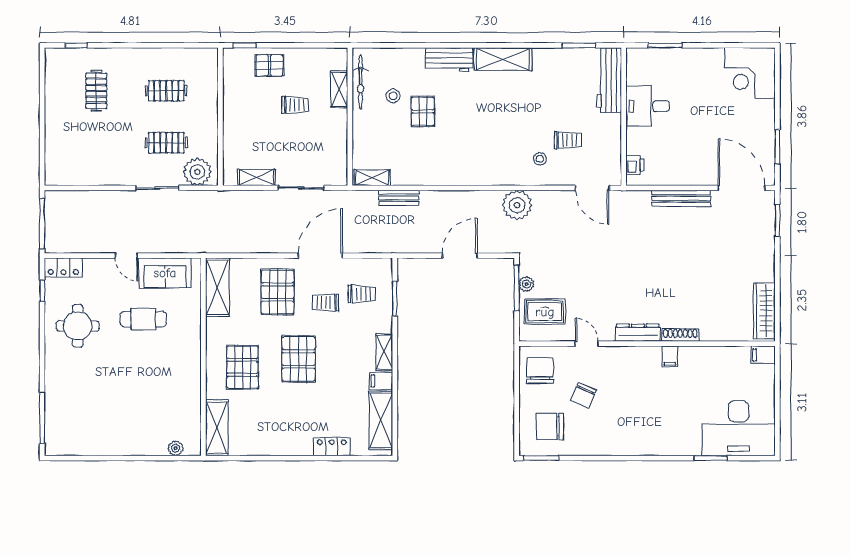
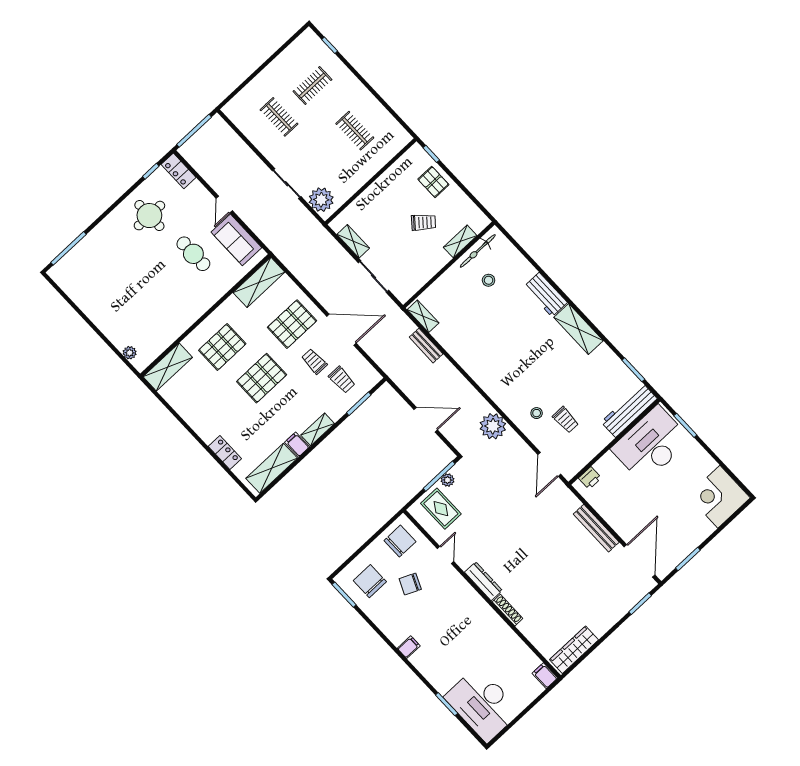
trolley: (295, 105) -> (424, 222), turned -50
desk: (648, 106) -> (651, 444), width x1.87, depth x1.30
pallet: (423, 111) -> (496, 309), removed
clothes rail: (166, 143) -> (279, 117), moved
filing cabinet: (670, 356) -> (409, 647), moved, turned 180

